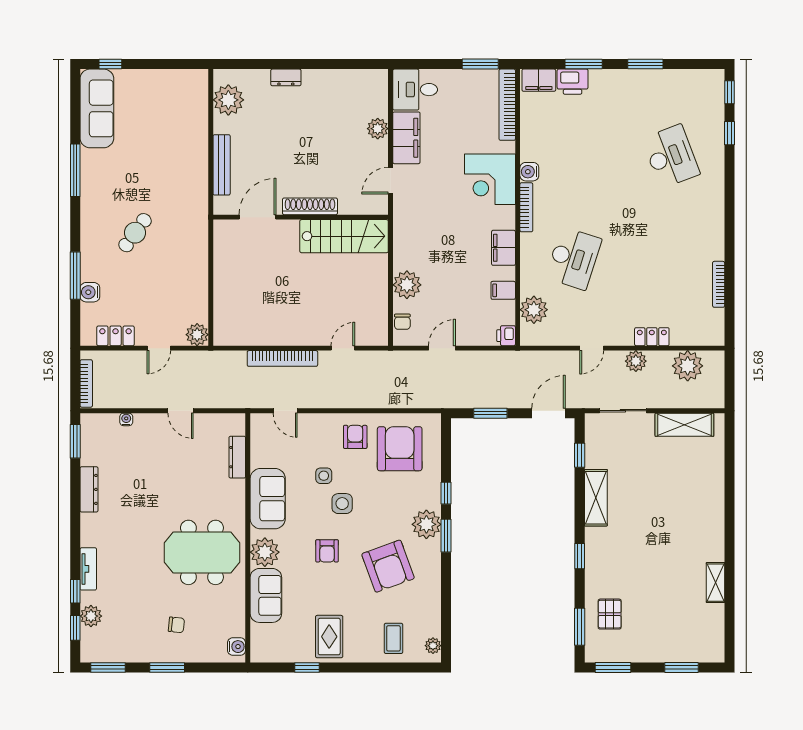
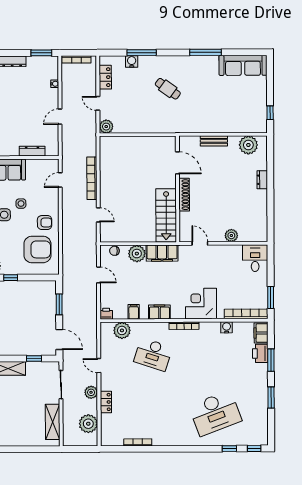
window: (110, 64) -> (270, 113), moved
filing cabinet: (406, 138) -> (162, 253), moved
desk: (671, 156) -> (215, 413), width x1.36, depth x1.30
bench: (222, 165) -> (214, 141), width x0.73
water cooler: (529, 172) -> (227, 327), moved

